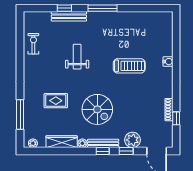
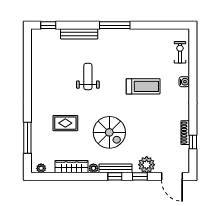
window: (64, 8) -> (48, 25), moved
exercise bike: (33, 44) -> (180, 52), moved

